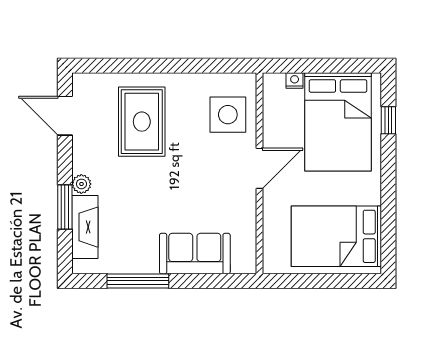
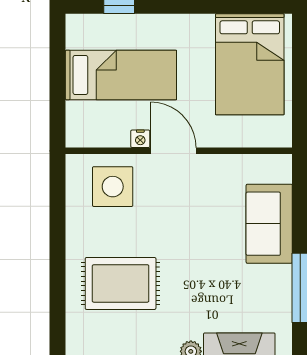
nightstand: (295, 81) -> (140, 139), moved, turned -90
bed: (338, 122) -> (121, 75), width x0.67

